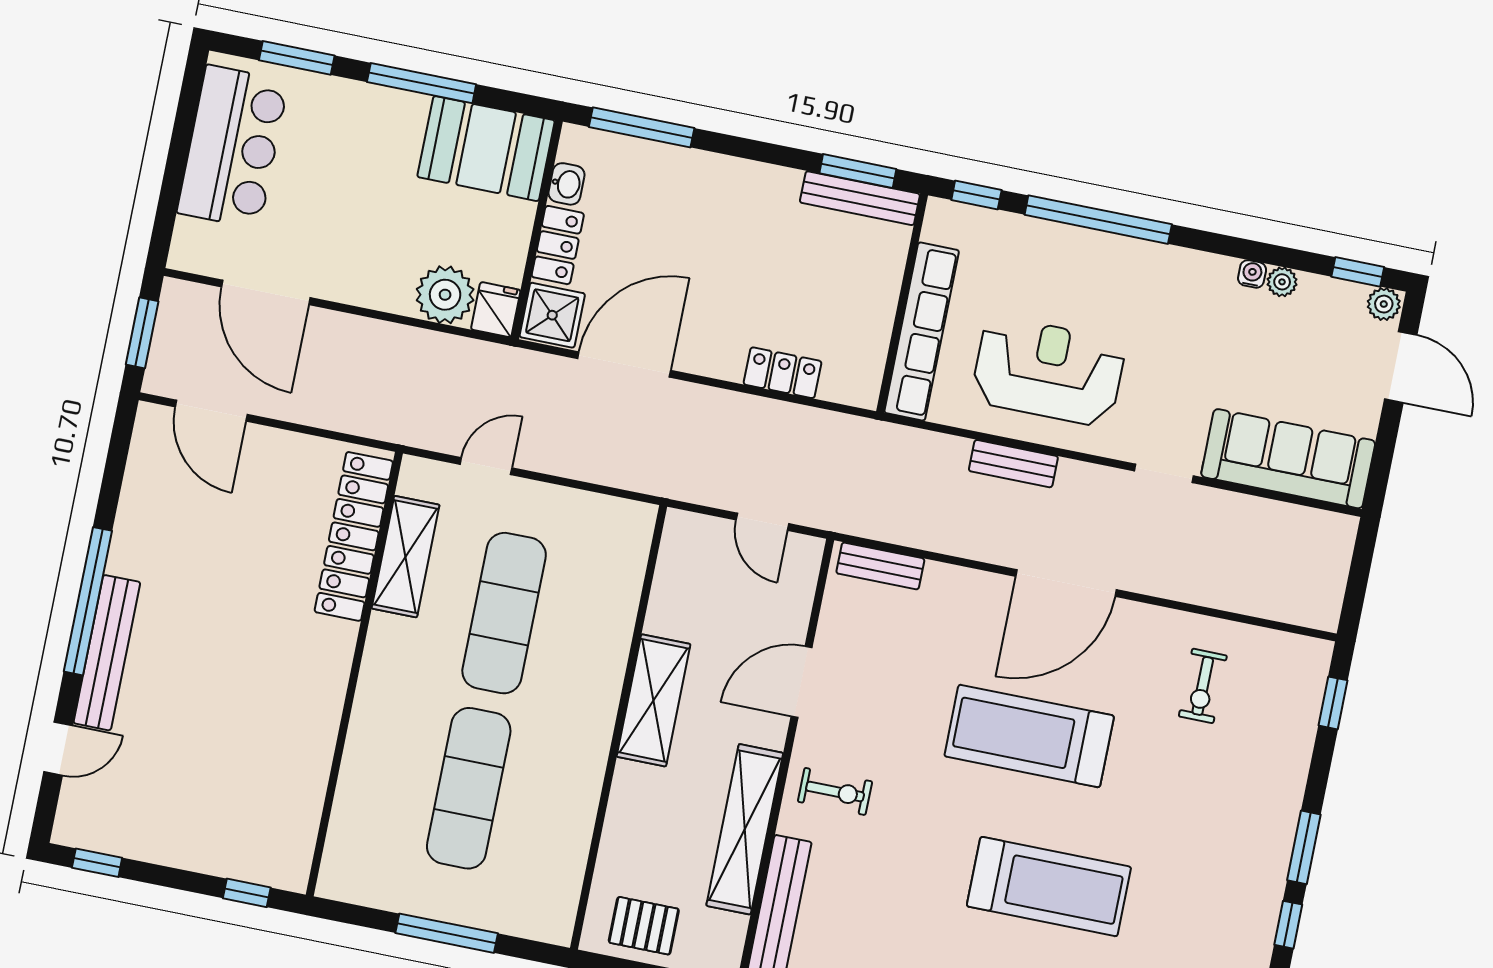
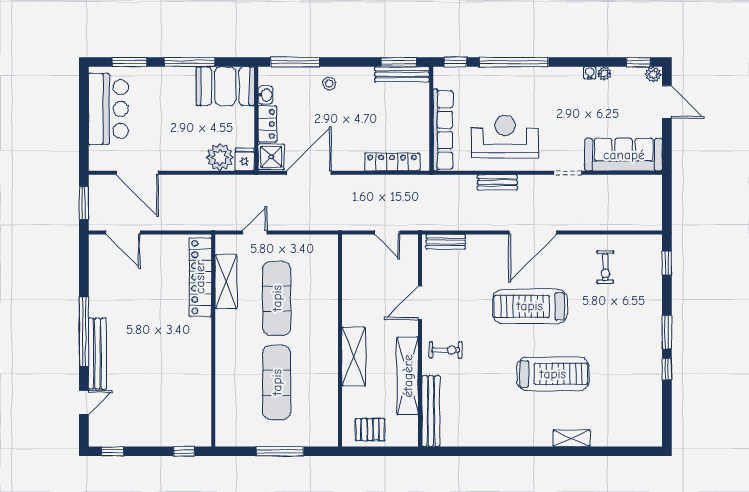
stool: (704, 187) -> (329, 83), added
locker: (783, 373) -> (392, 162), width x1.53
shelving: (654, 700) -> (354, 357), moved

